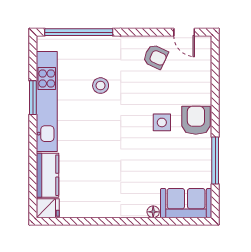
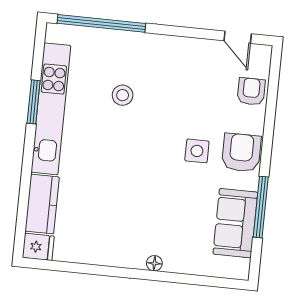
armchair: (155, 57) -> (251, 91), moved, turned -115
sofa: (186, 203) -> (235, 223), moved, turned -90
floor lamp: (153, 212) -> (154, 263), moved

